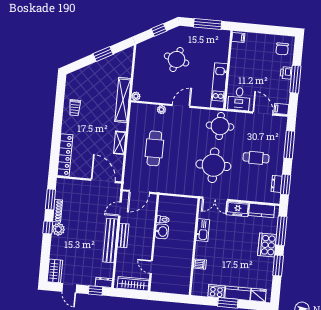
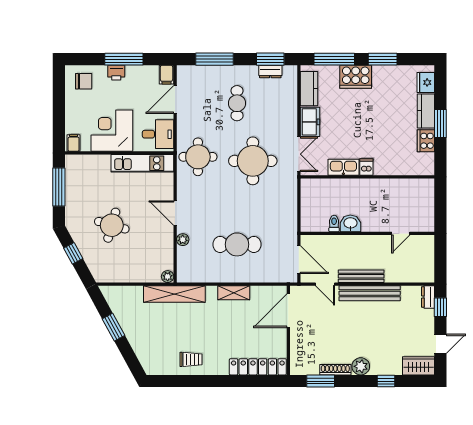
corner desk: (245, 66) -> (112, 131), added
window: (48, 227) -> (386, 381), moved
bench: (123, 236) -> (361, 276), width x1.36
dishwasher: (200, 264) -> (366, 167), moved
wardrobe: (133, 284) -> (426, 256), removed

